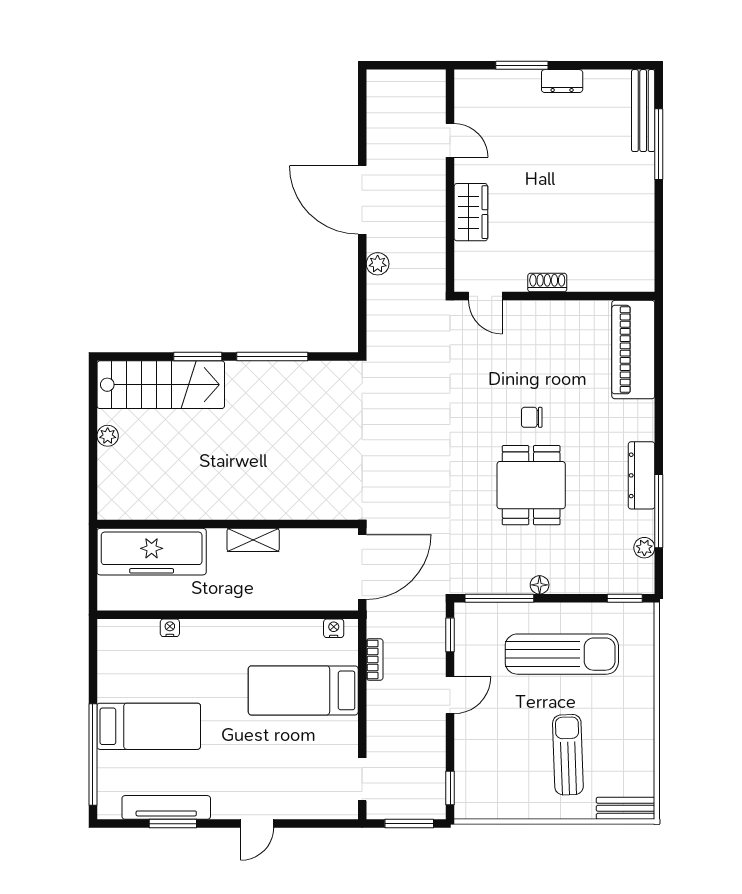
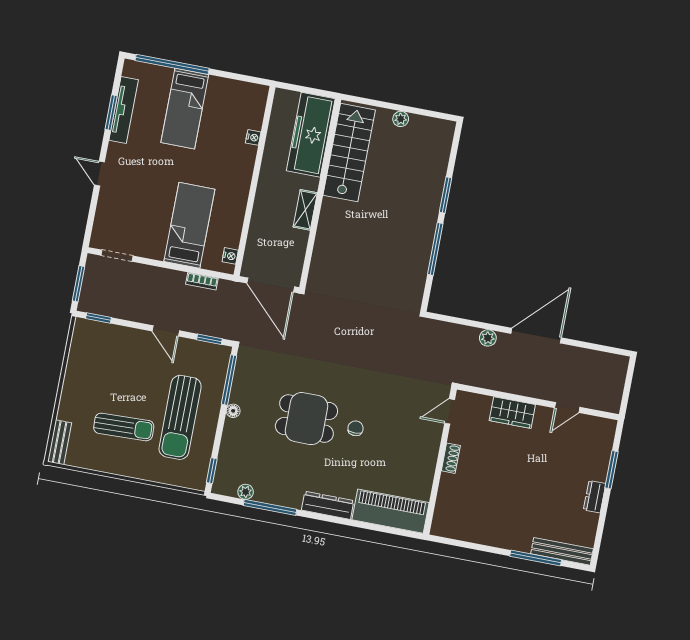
stairs: (161, 385) -> (349, 153), moved, turned 180
dresser: (641, 475) -> (328, 505), moved
sun lounger: (568, 755) -> (124, 427), moved

